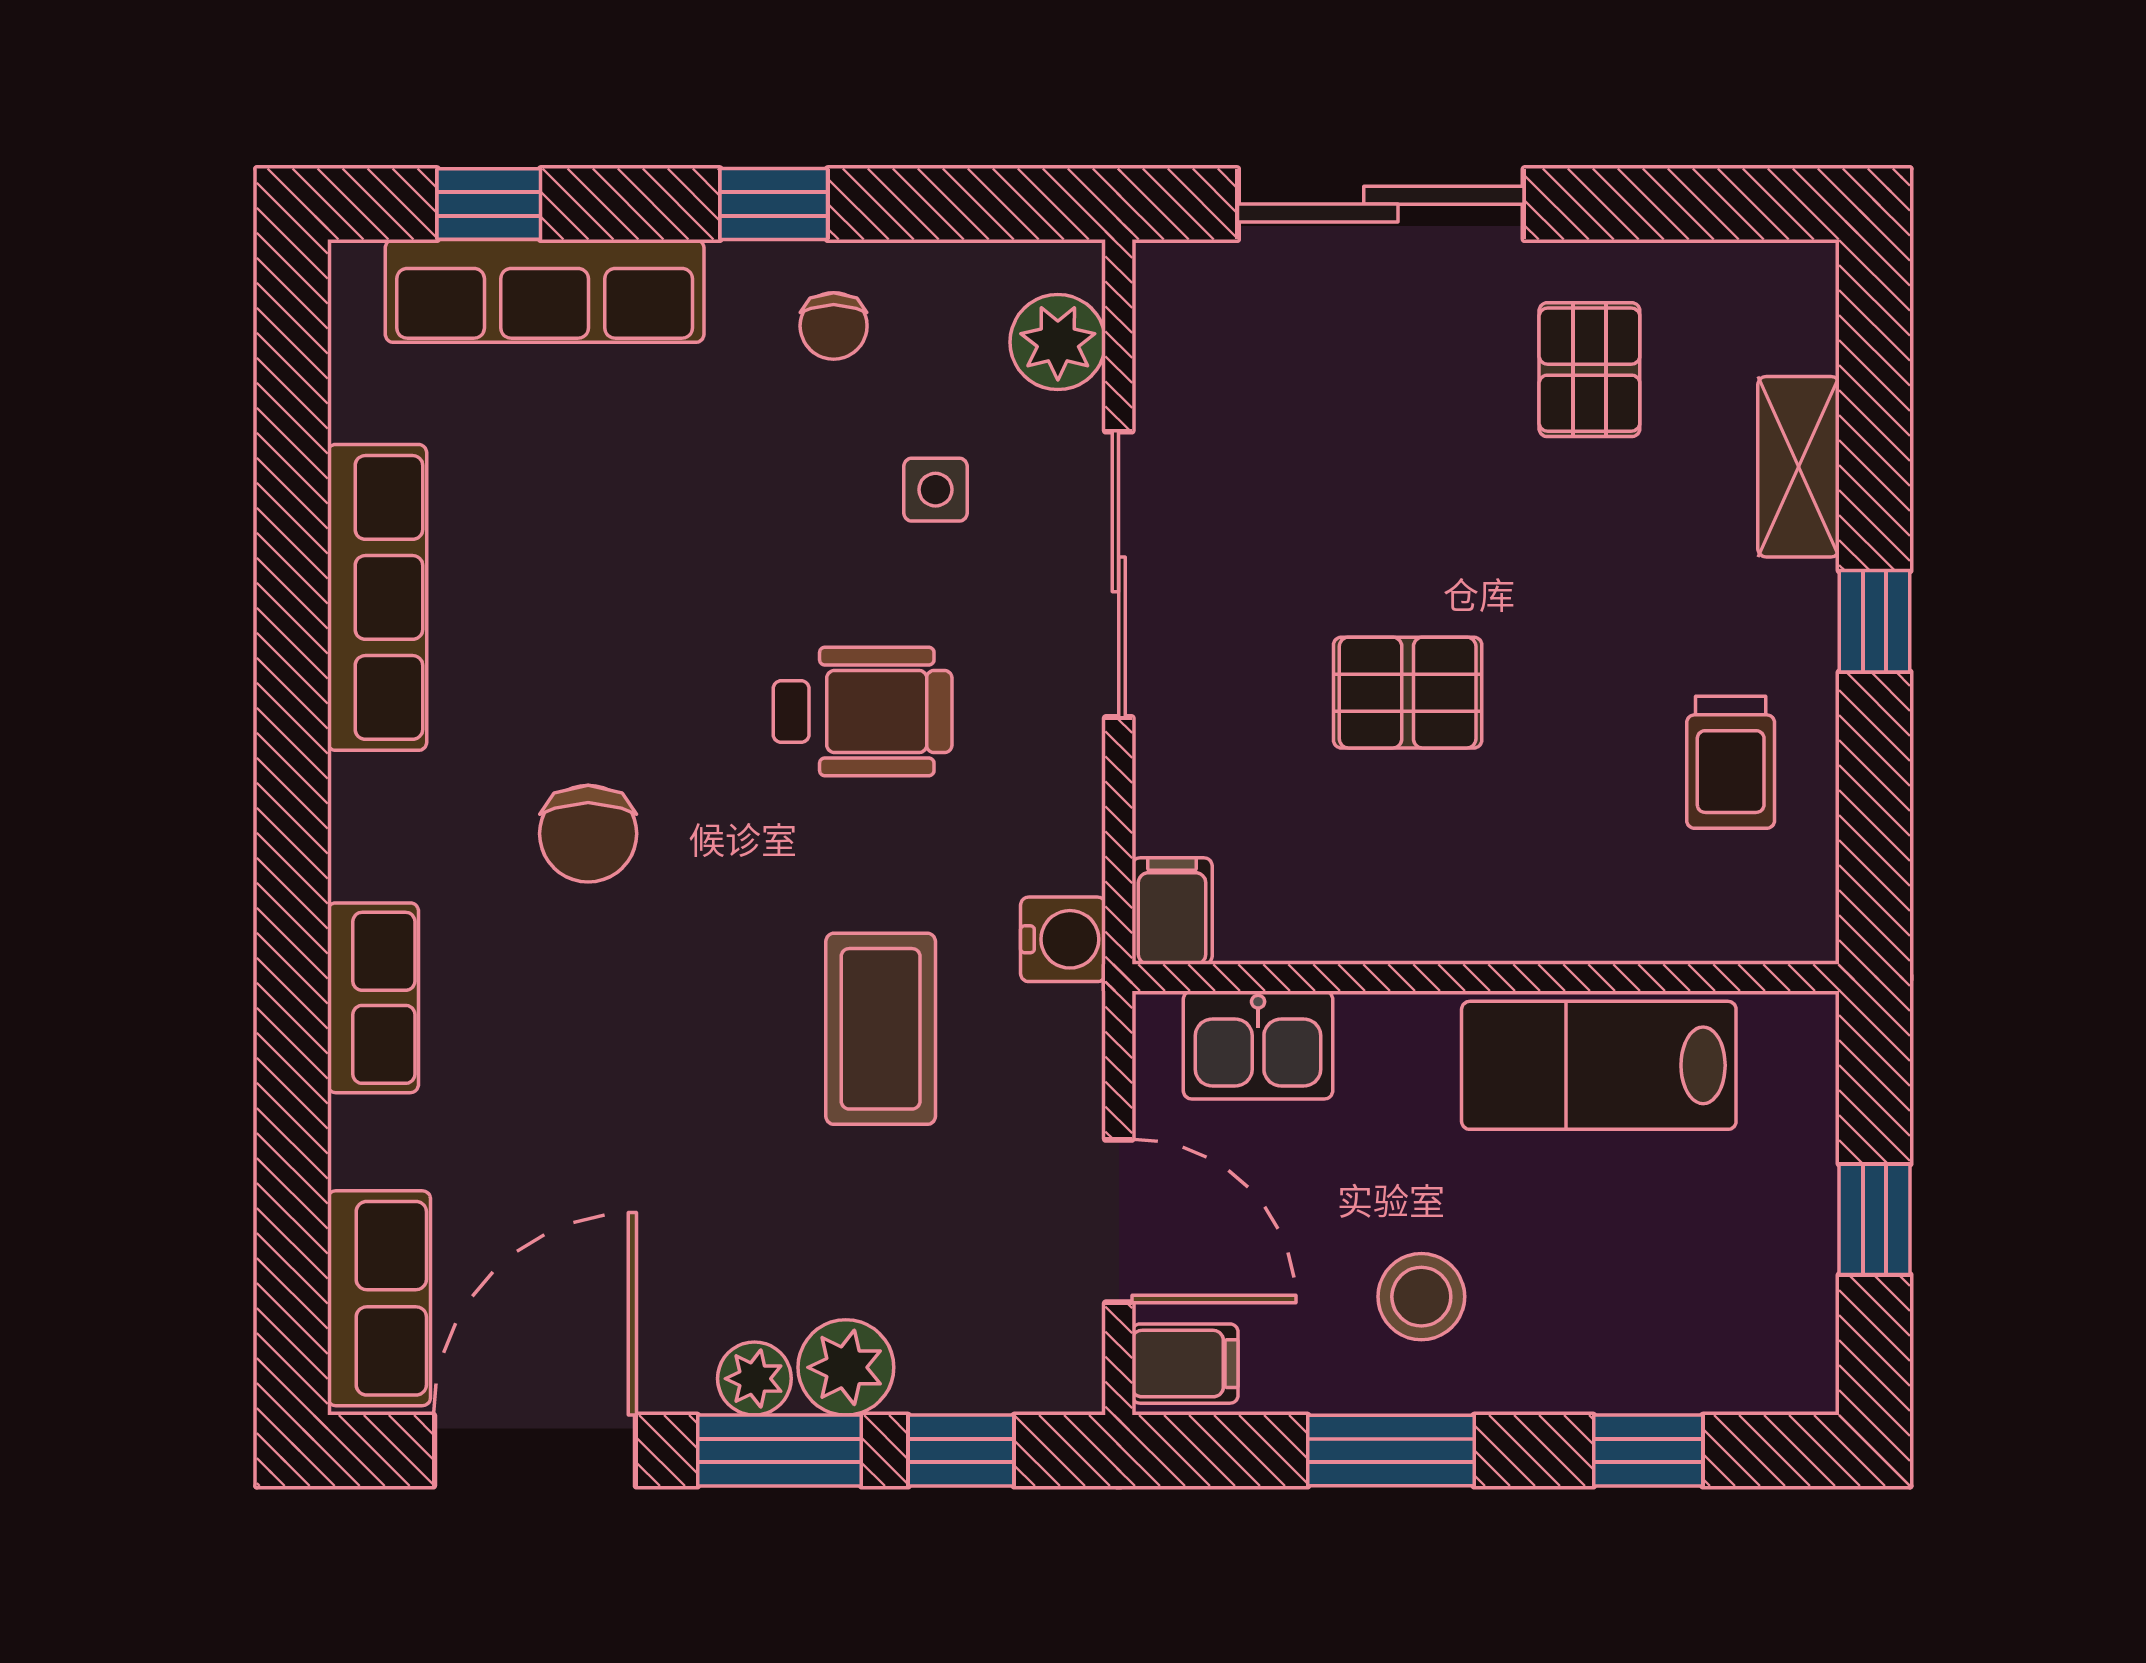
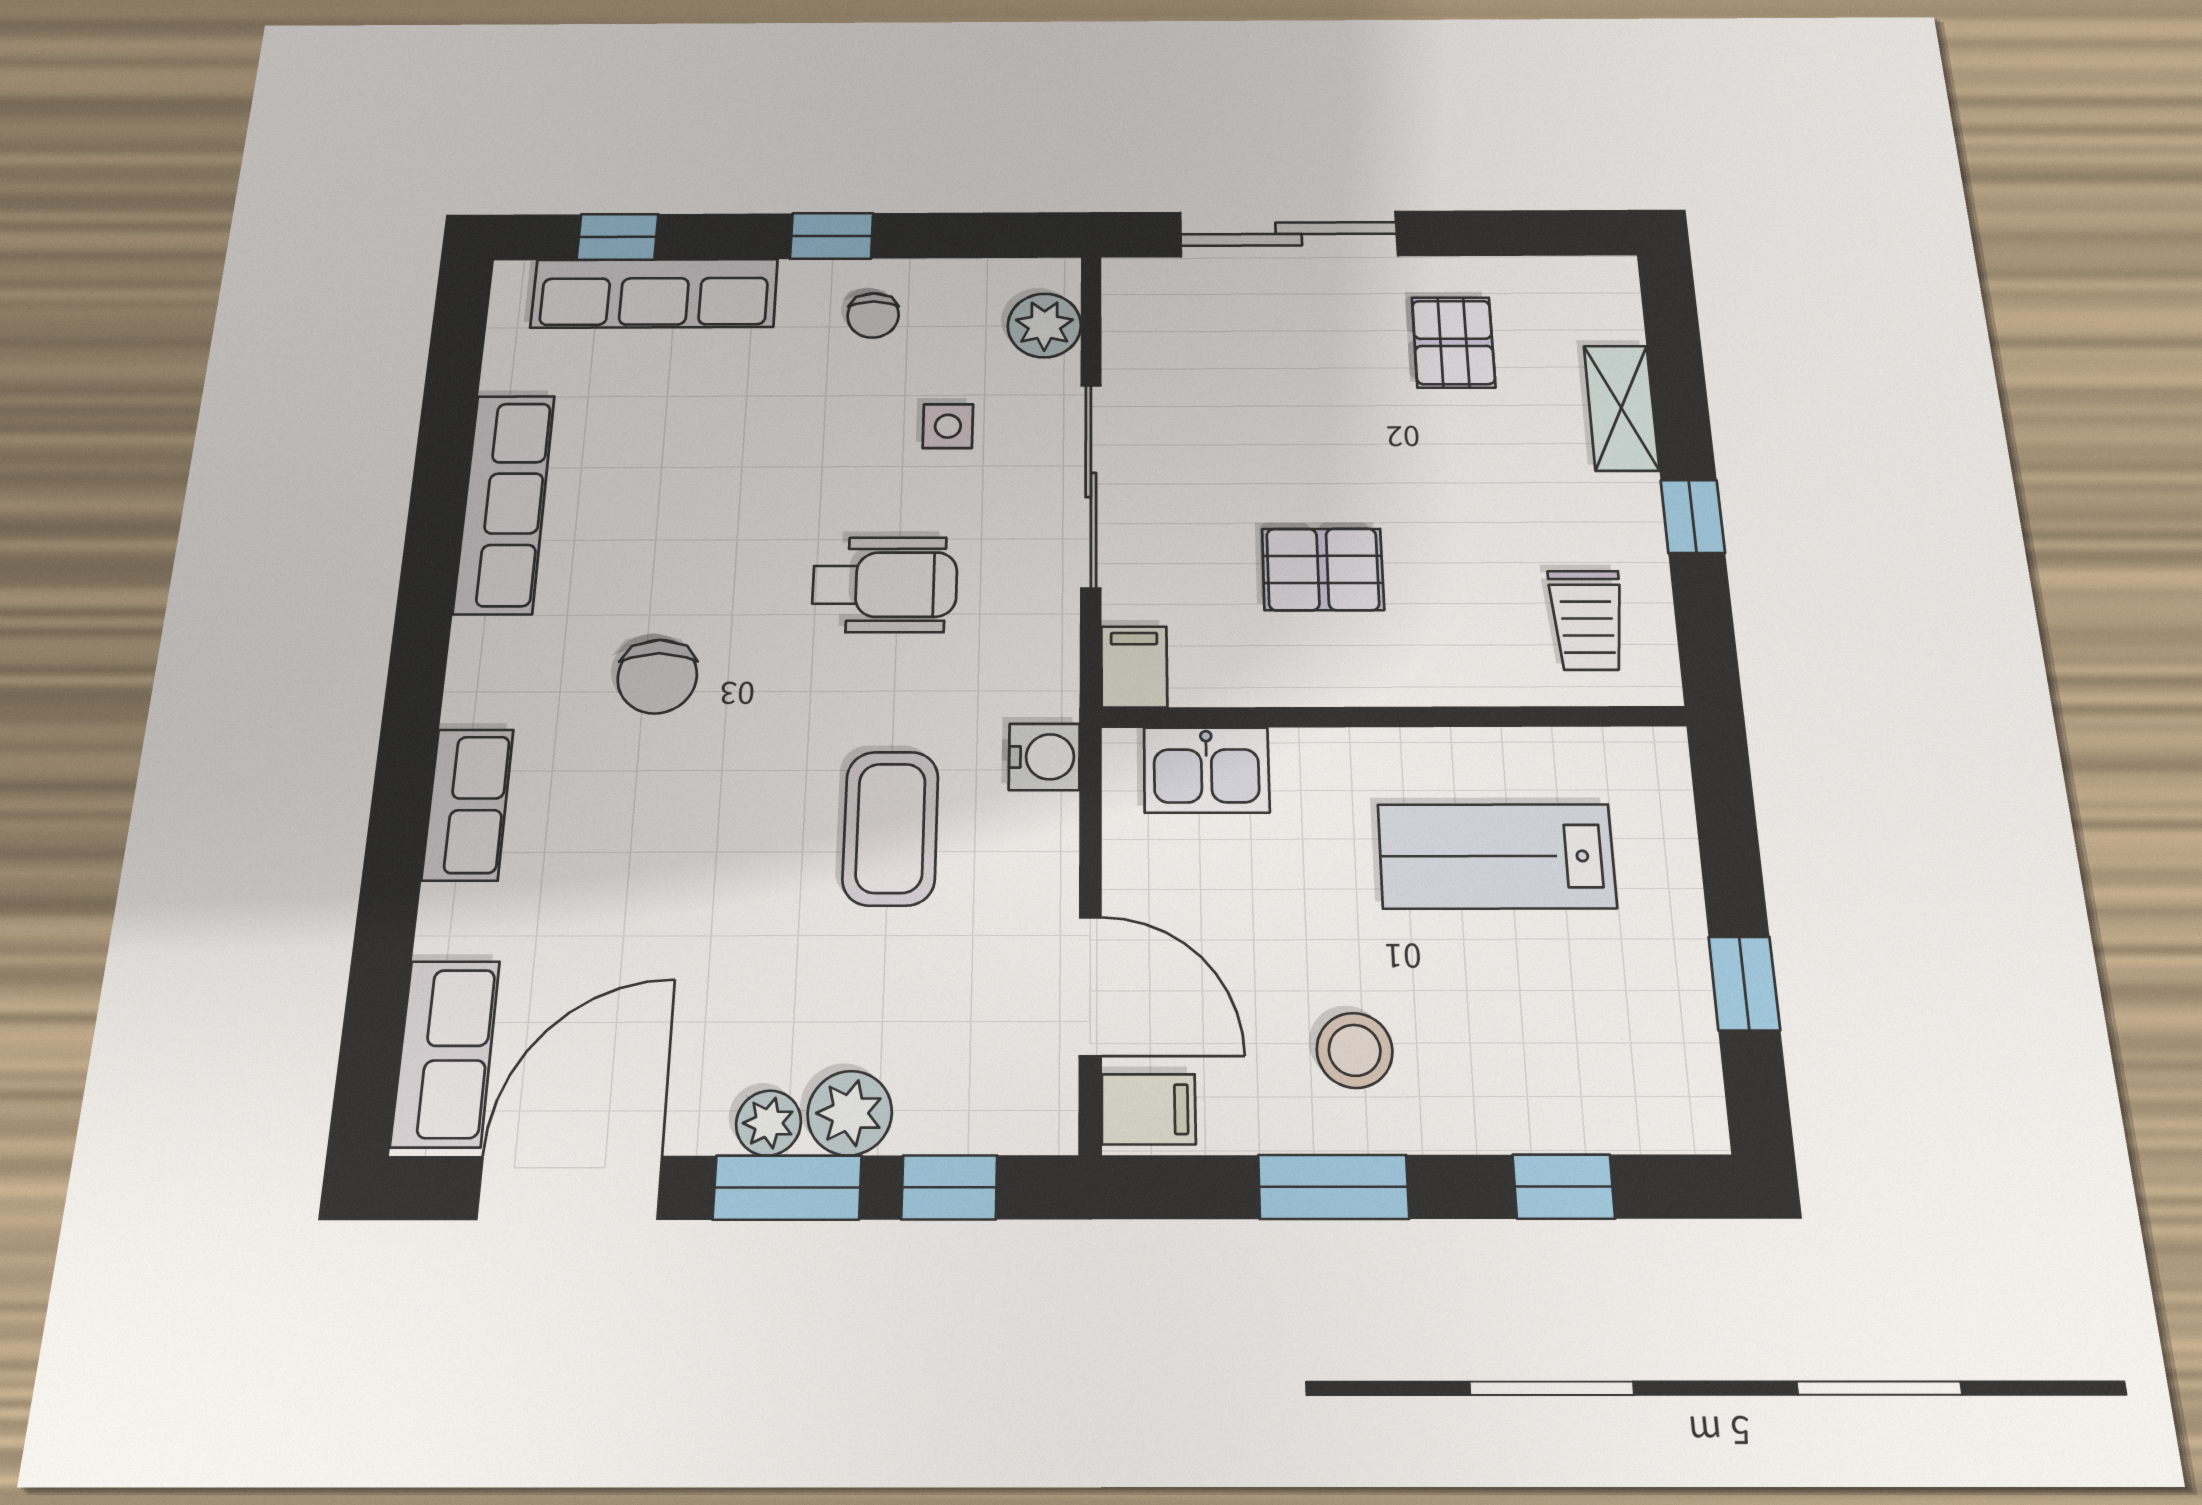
filing cabinet: (1172, 911) -> (1134, 667), moved
wall: (1486, 978) -> (1393, 717), moved
kitchen sink: (1258, 1045) -> (1206, 770), moved

